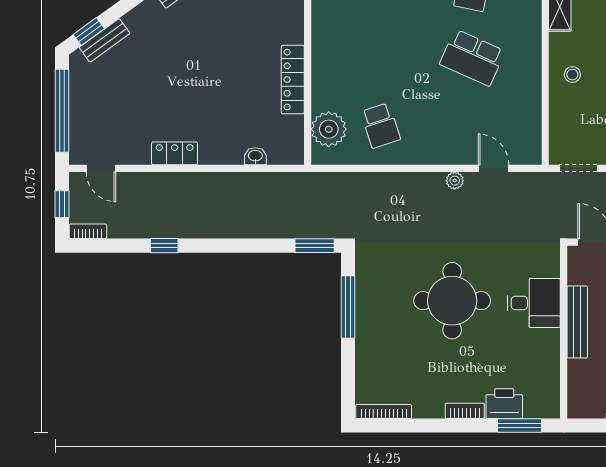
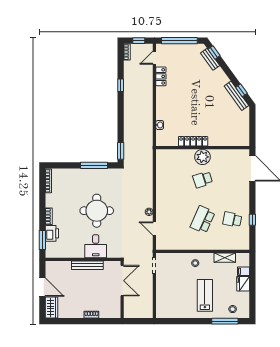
school desk: (381, 126) -> (203, 180), moved
plant: (329, 129) -> (202, 157), moved
locker: (175, 153) -> (161, 76), moved
door: (493, 168) -> (154, 229), swing flipped

